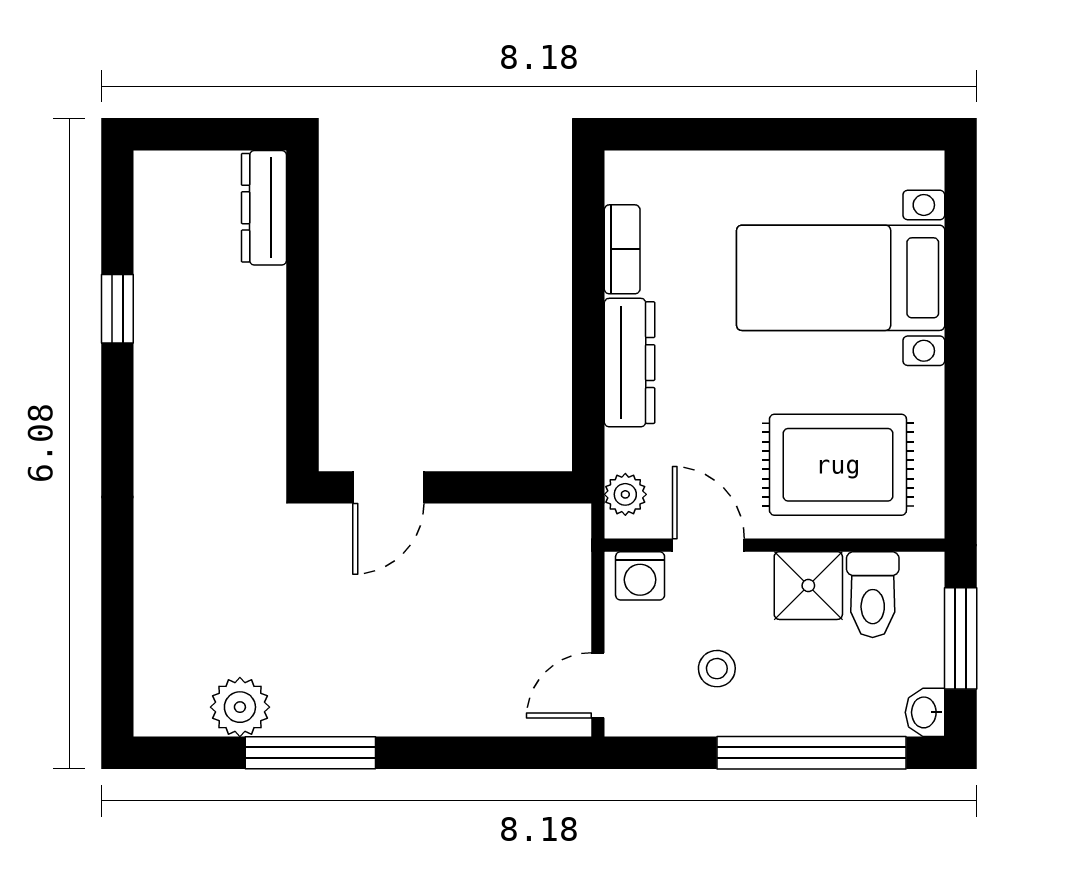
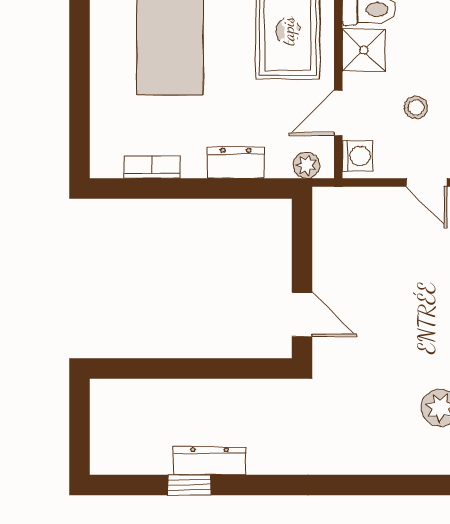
dresser: (264, 208) -> (210, 461), moved, turned 180
dresser: (629, 363) -> (236, 163), width x0.70

